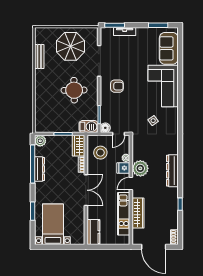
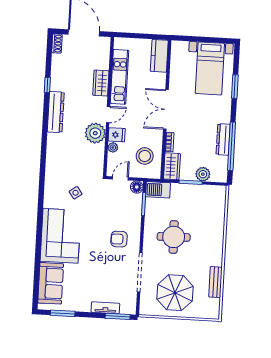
plant: (40, 141) -> (203, 174), moved
dresser: (172, 171) -> (56, 112), moved
wardrobe: (138, 213) -> (101, 83), width x0.67

